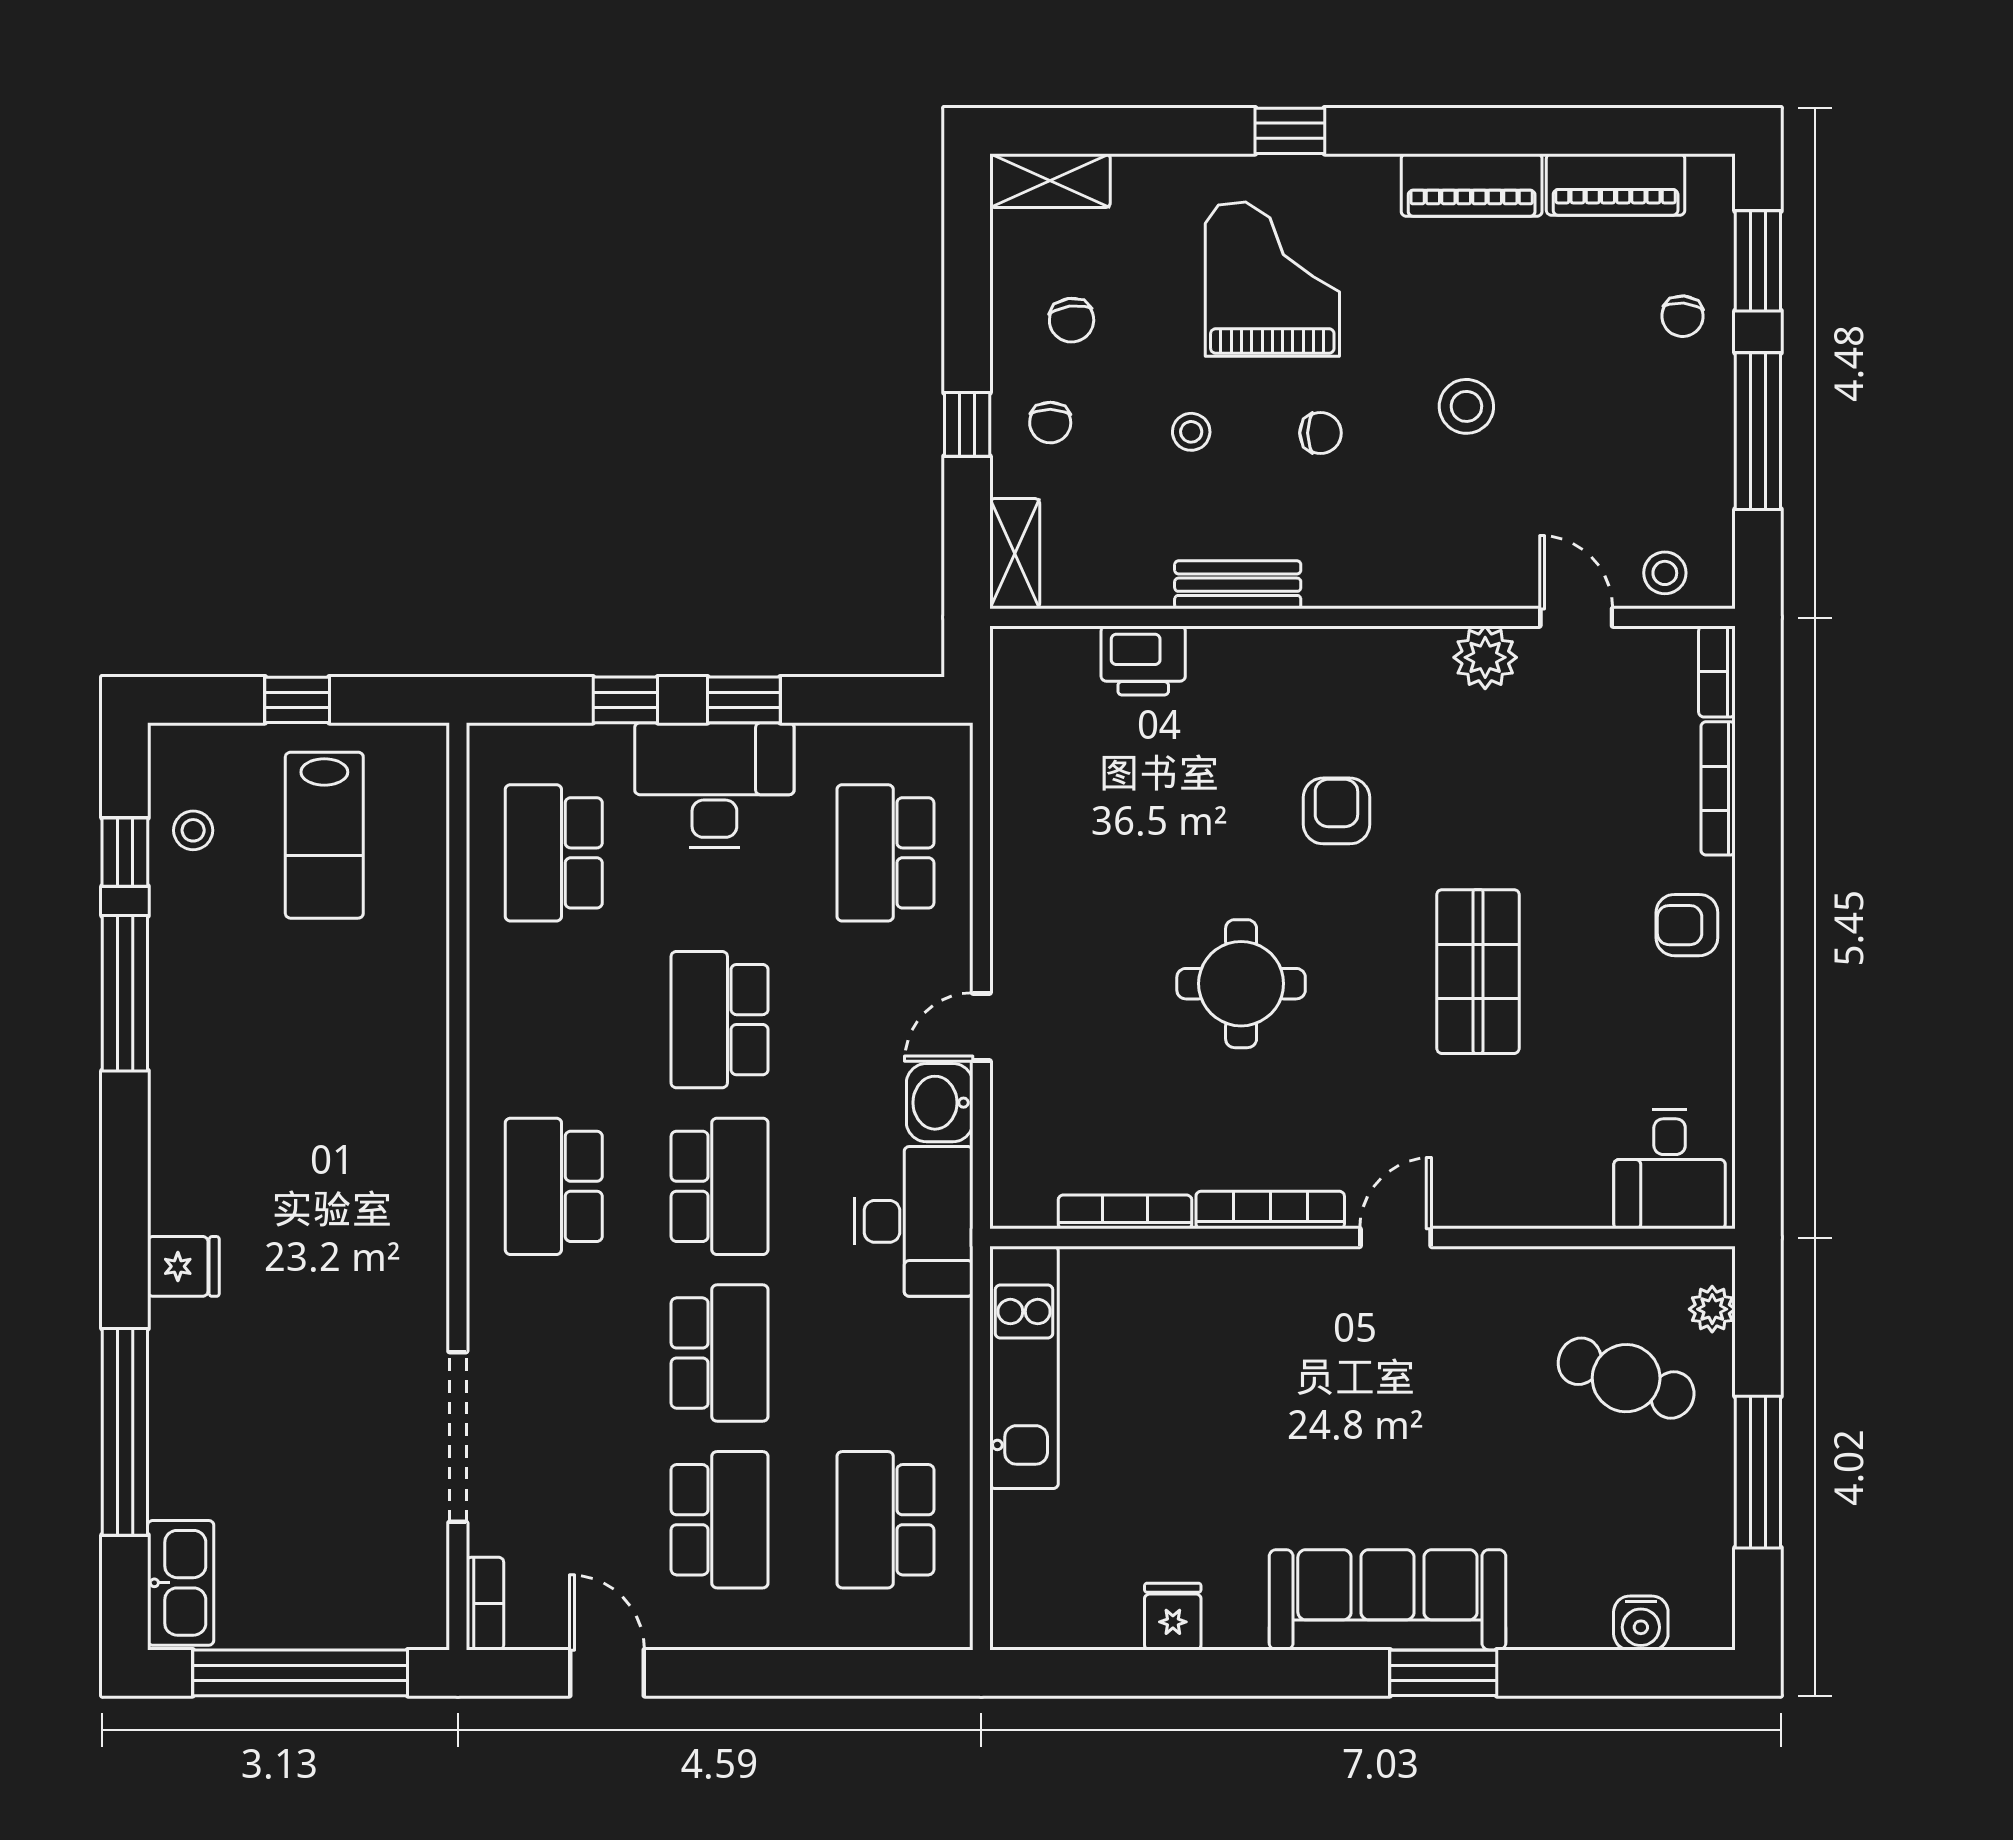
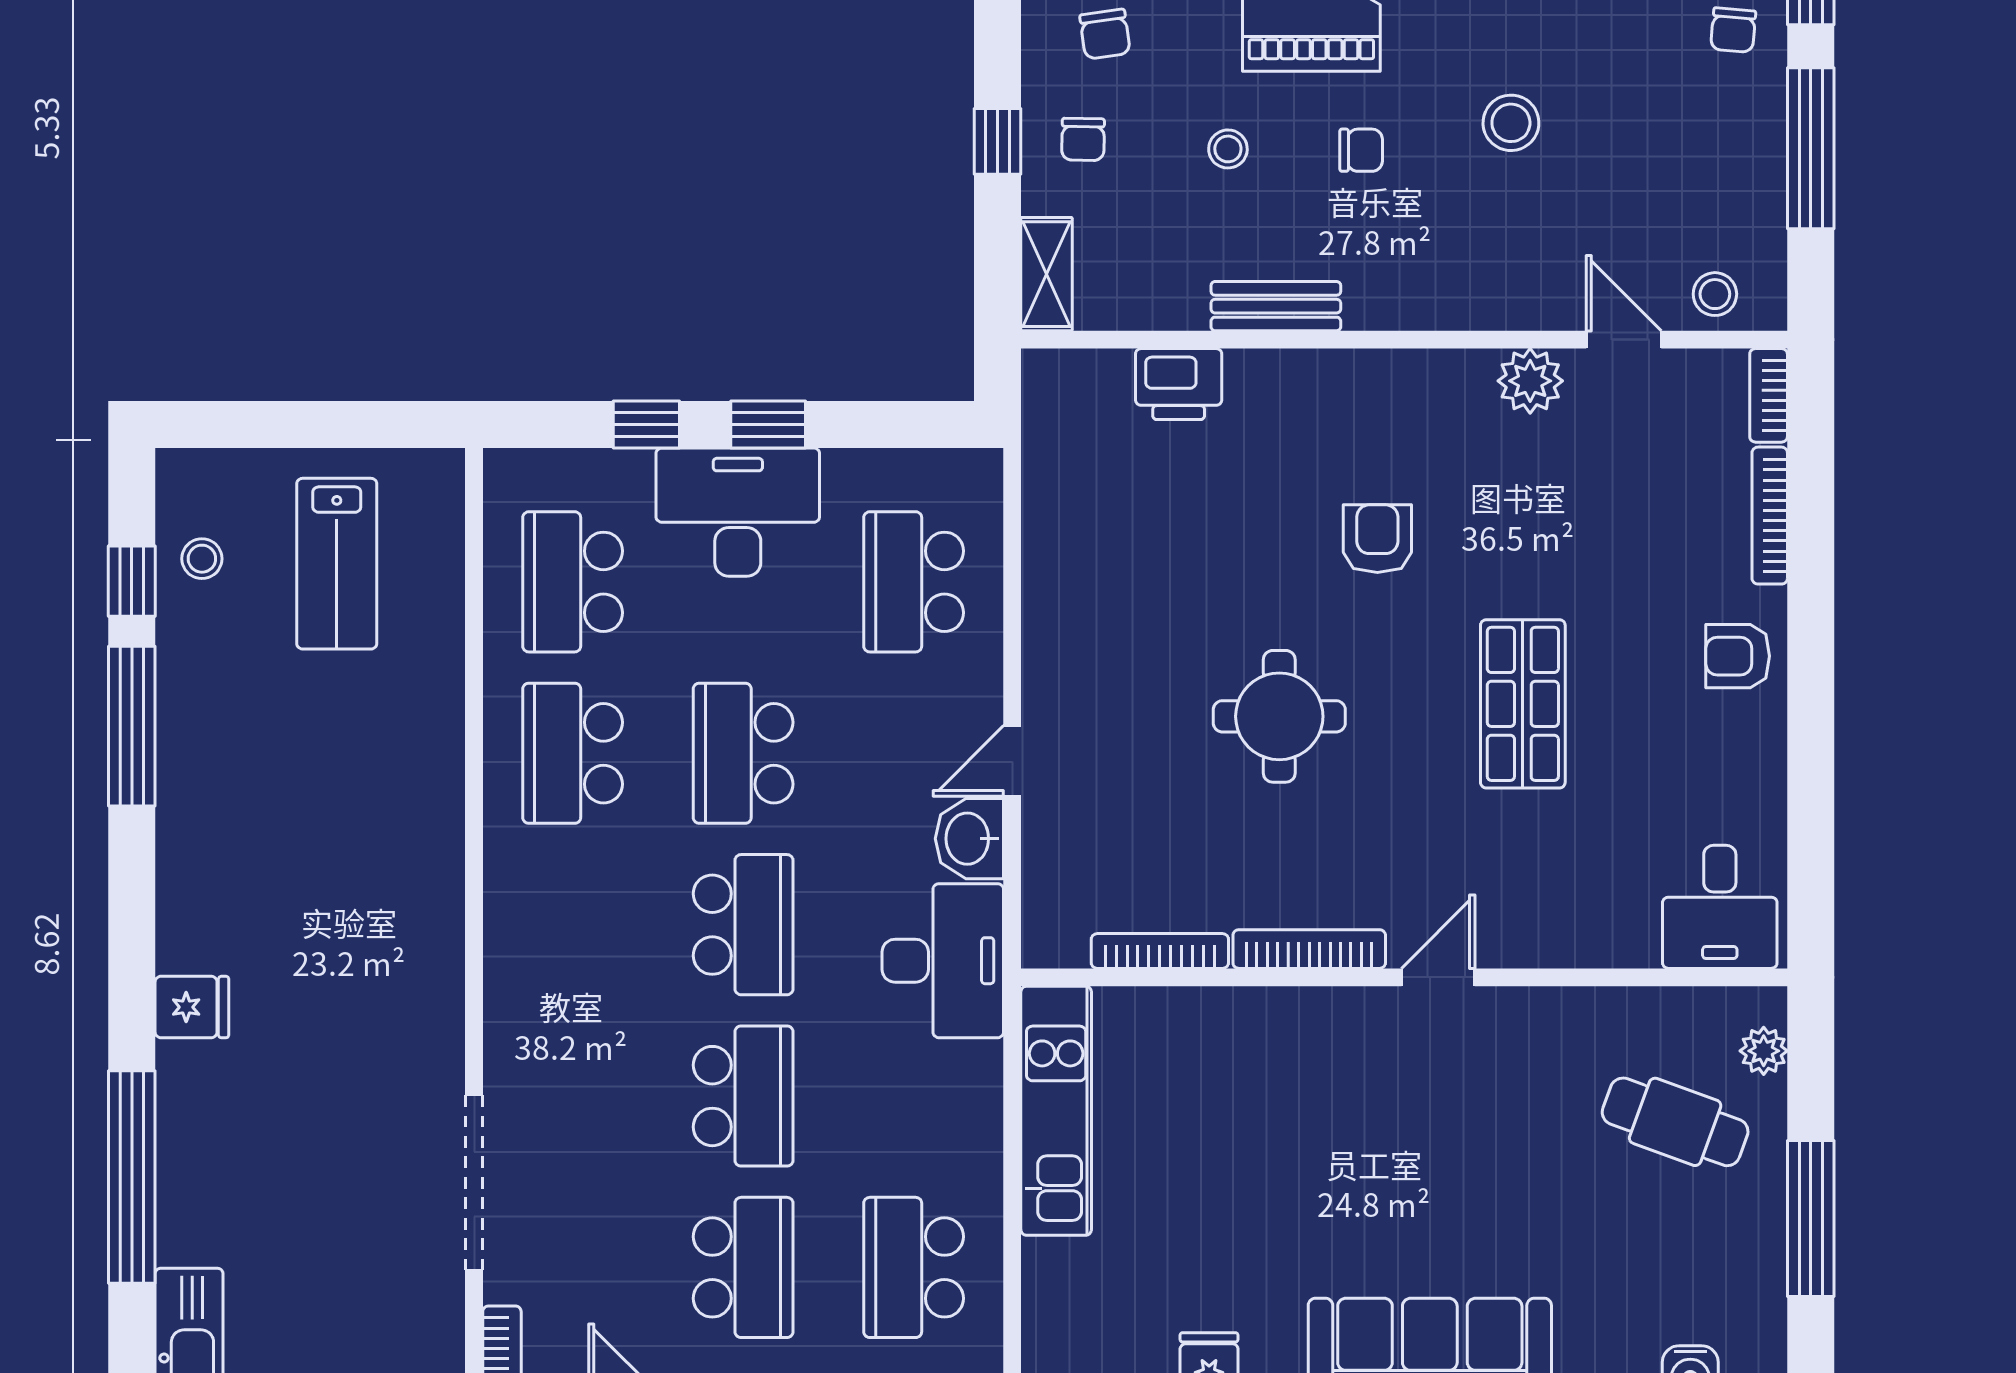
window: (297, 700) -> (309, 424), removed
school desk: (554, 1186) -> (573, 753), moved

